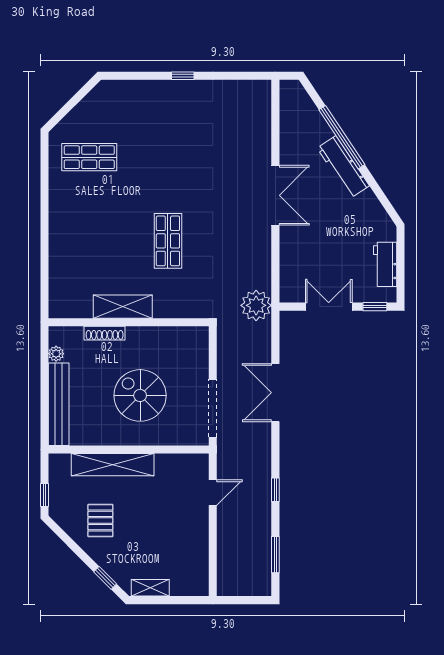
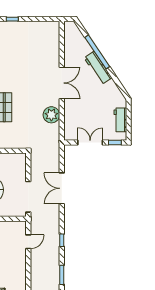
plant: (256, 305) -> (51, 115), moved

